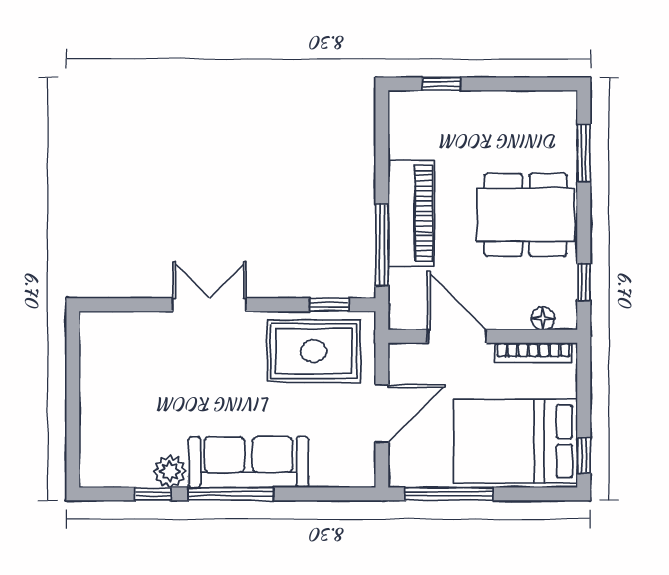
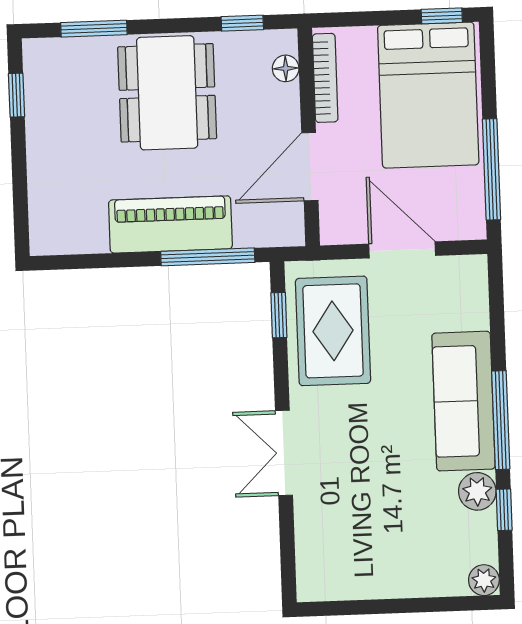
window: (441, 84) -> (17, 95), moved
plant: (93, 474) -> (484, 580), added

